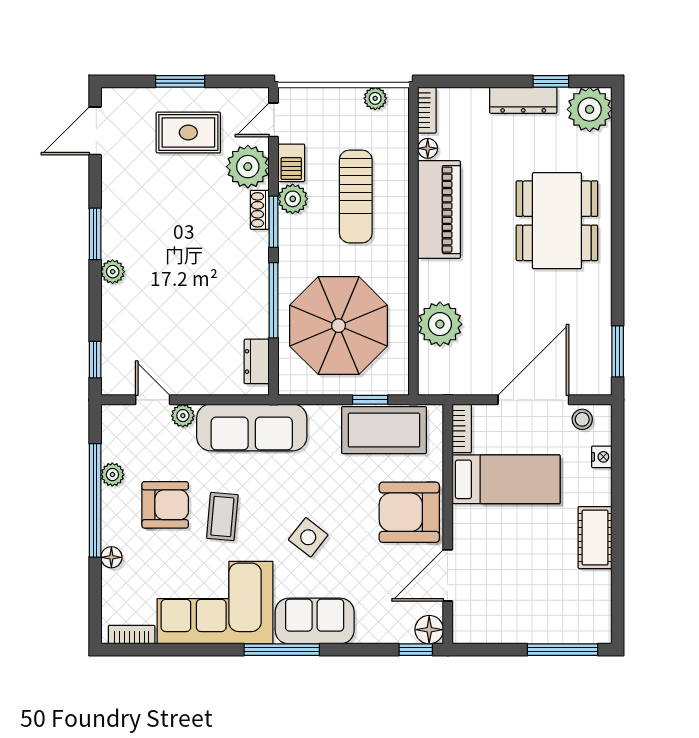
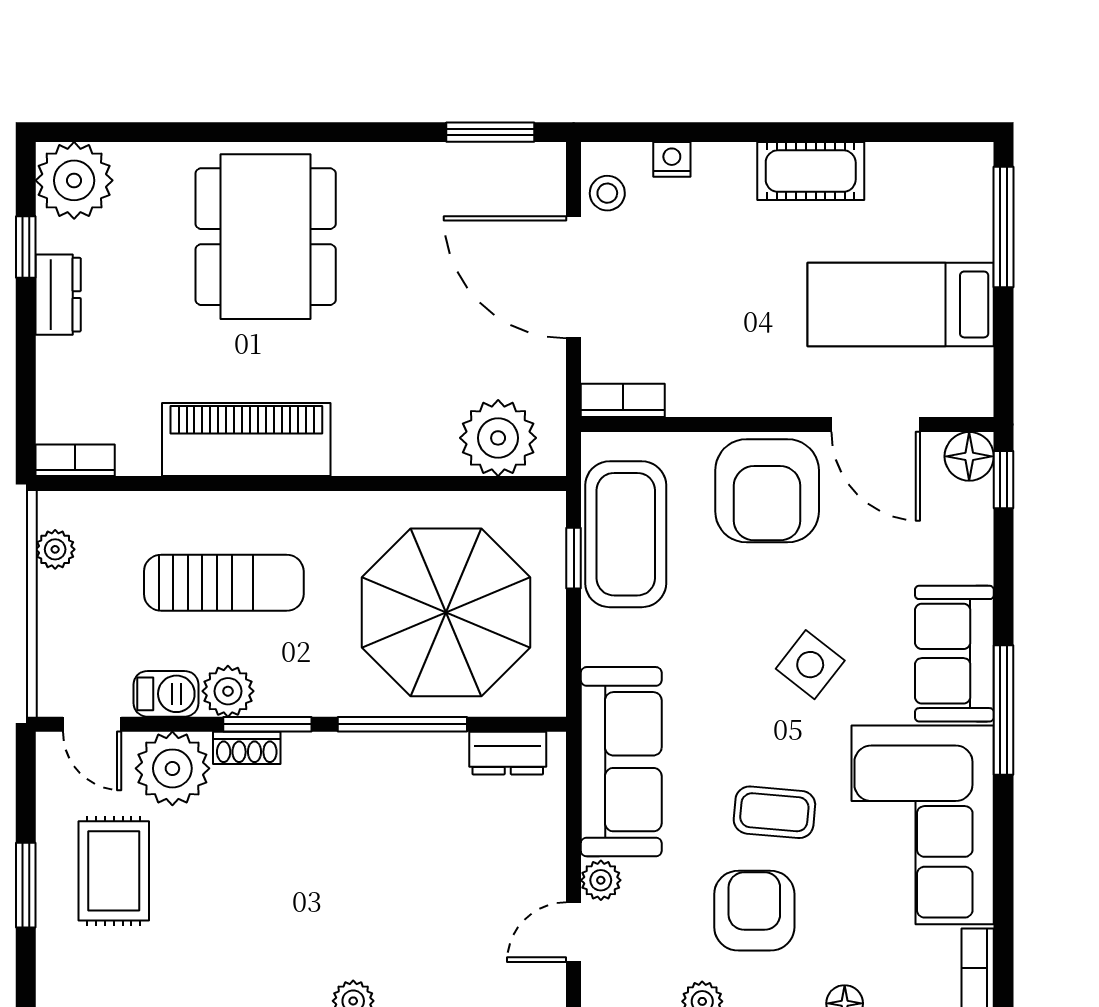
dresser: (523, 100) -> (58, 295), width x0.70
floor lamp: (428, 148) -> (141, 459), removed
dining table: (557, 221) -> (266, 237), turned 90
plant: (440, 324) -> (498, 438), moved
bed: (506, 479) -> (901, 304), moved, turned -90

